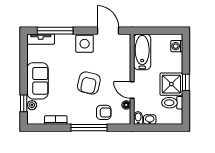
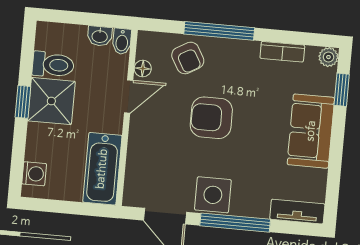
window: (55, 31) -> (235, 223), moved
armchair: (89, 83) -> (211, 118), turned -103
door: (132, 90) -> (129, 97), hinge flipped
plant: (32, 105) -> (328, 57), moved
armchair: (104, 112) -> (188, 58), turned -120

